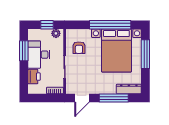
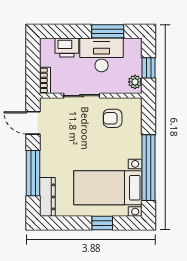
bed with nightstands: (116, 51) -> (108, 188), width x0.73
window: (145, 54) -> (102, 223), width x0.46

